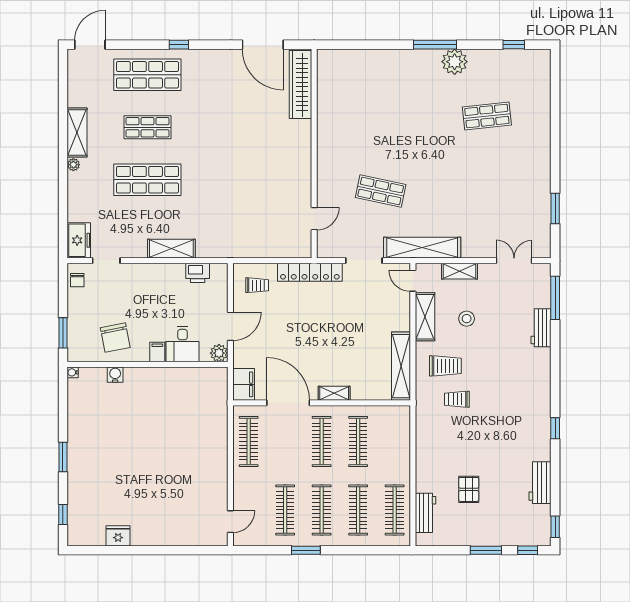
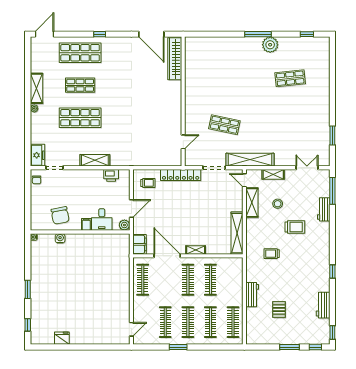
window: (63, 333) -> (28, 213), removed
trolley: (445, 366) -> (295, 227), moved
workbench: (426, 513) -> (252, 295), moved

